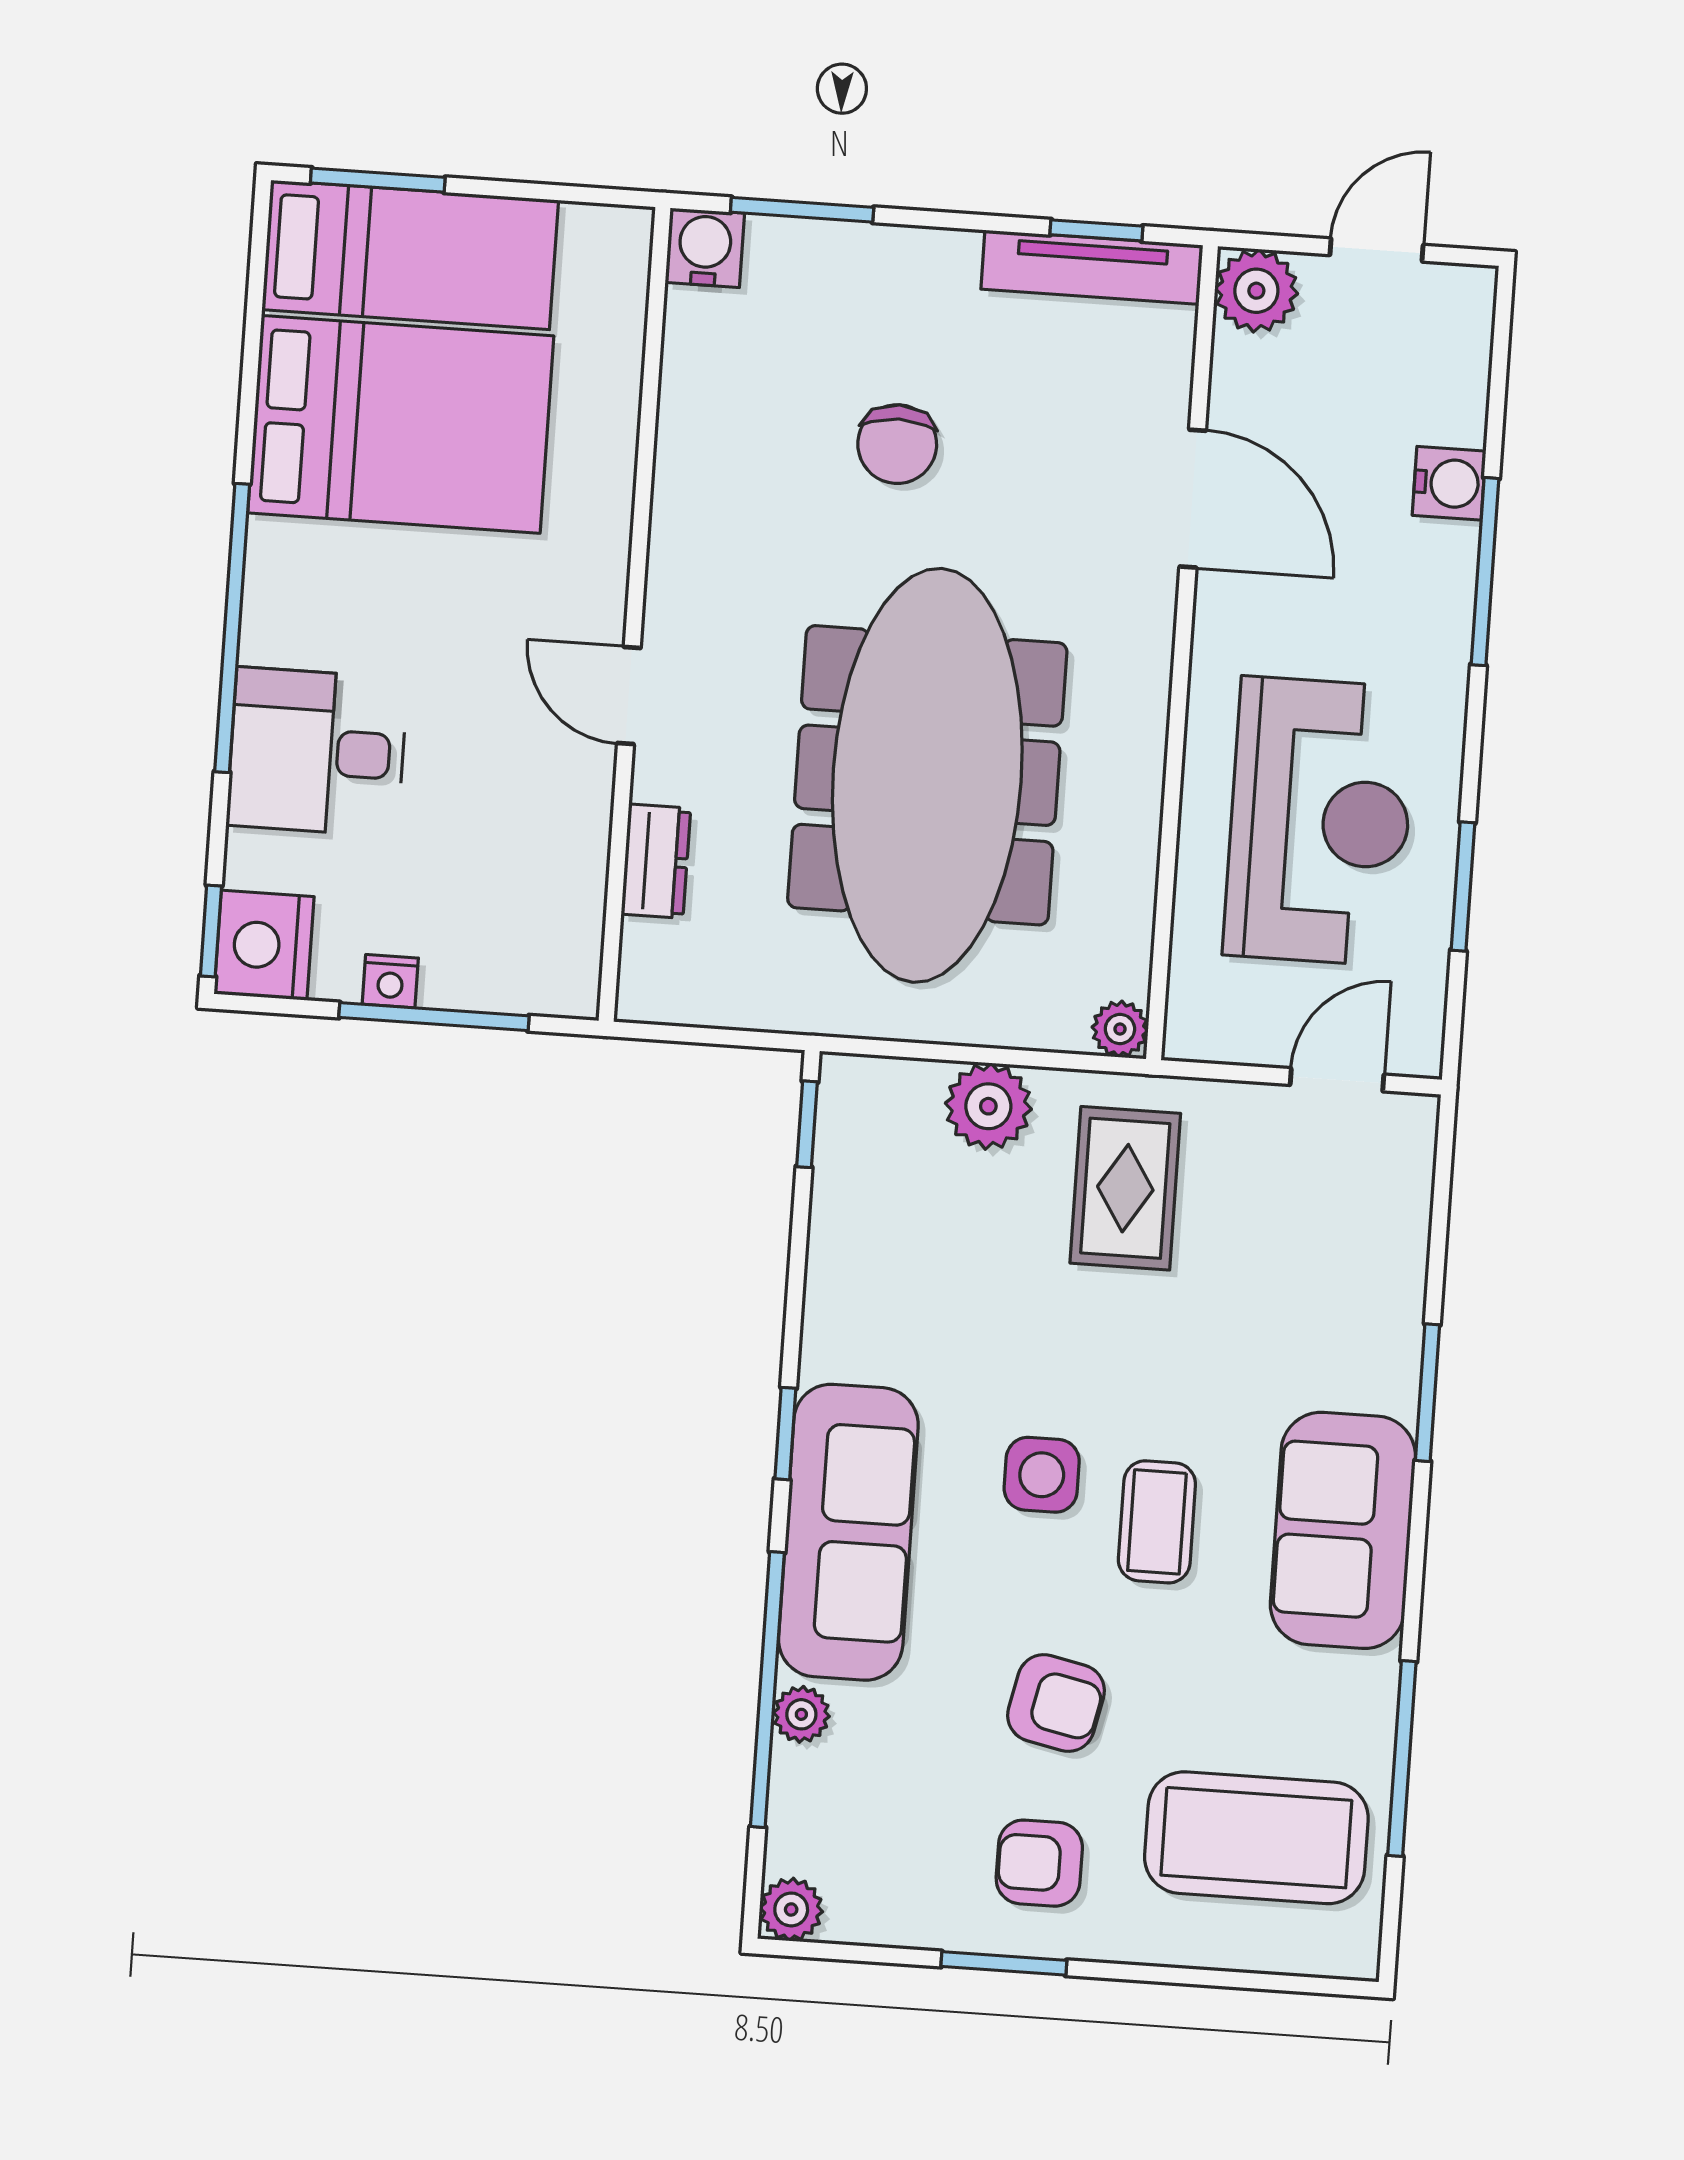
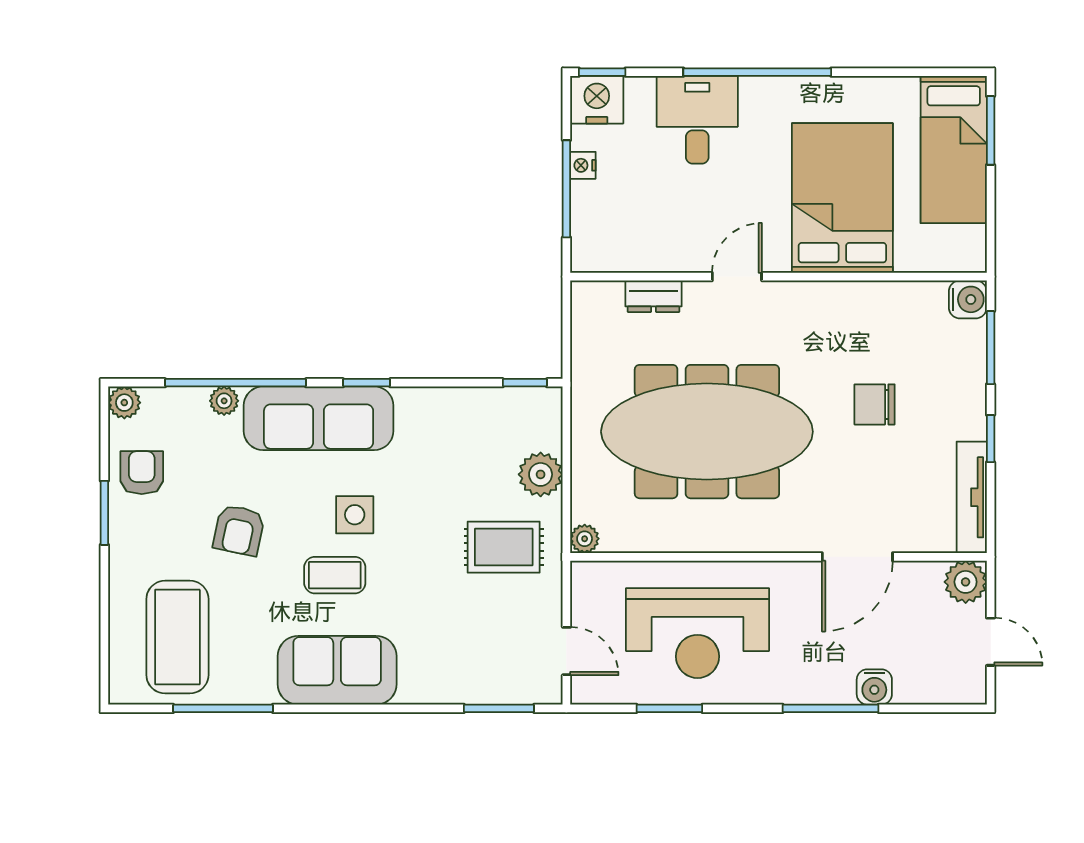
window: (1096, 230) -> (991, 439), moved
bed: (401, 424) -> (842, 198), moved, turned 180
window: (1428, 1393) -> (499, 708), moved
armchair: (1039, 1863) -> (142, 473), moved

